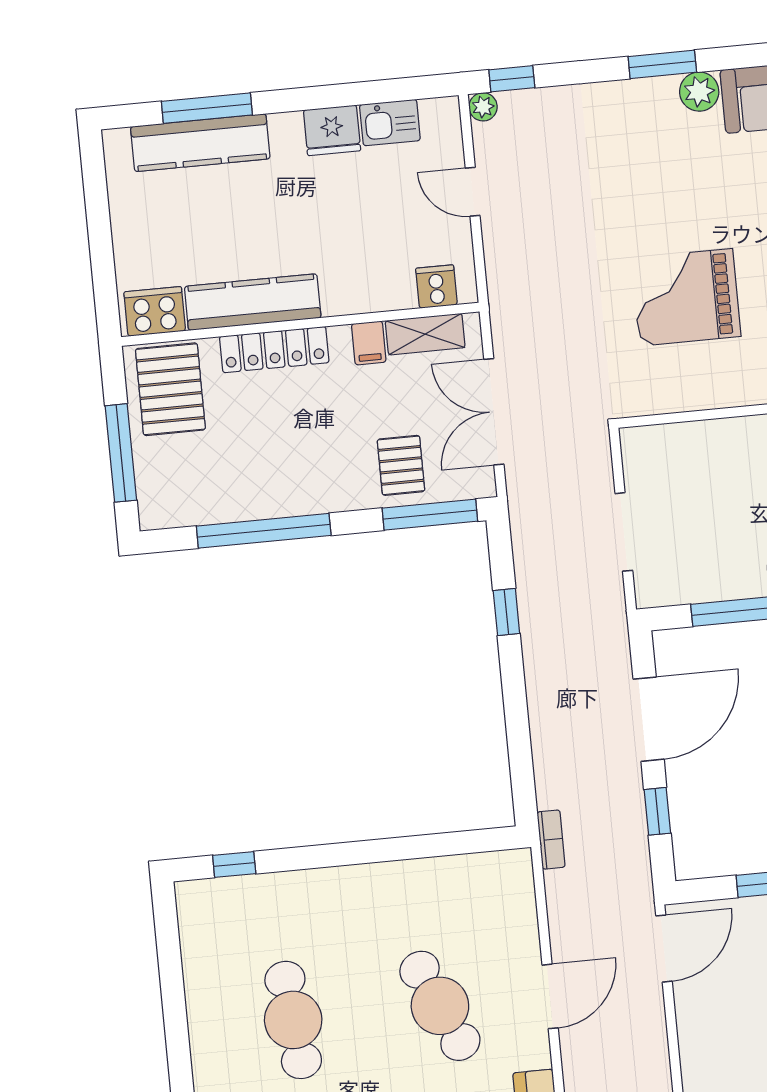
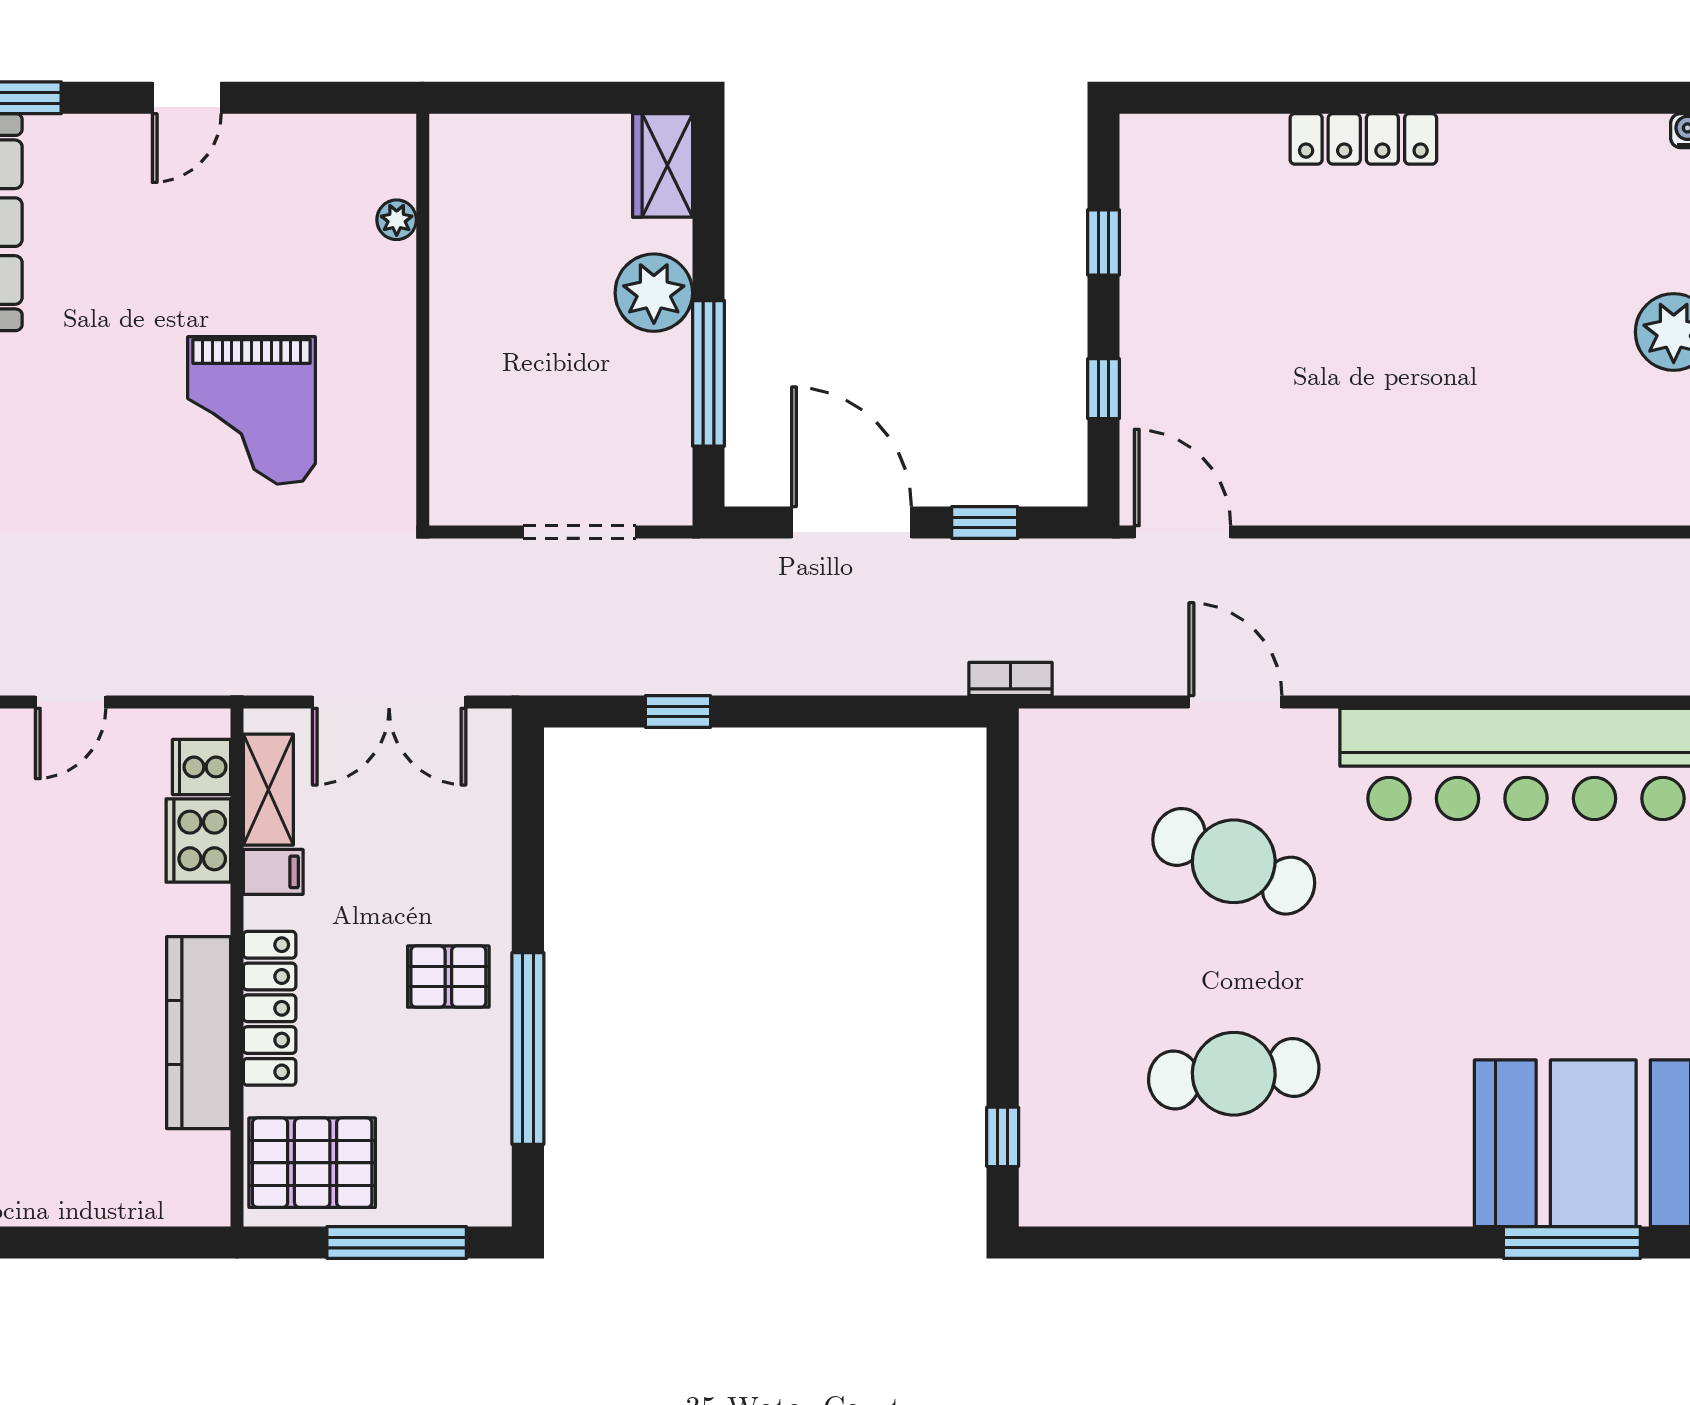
cooker: (155, 311) -> (198, 840), moved
pallet: (401, 465) -> (448, 977), moved
window: (430, 515) -> (528, 808), removed
cafe table: (440, 1006) -> (1234, 861), turned 48

